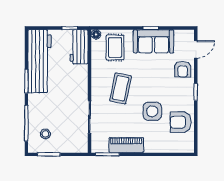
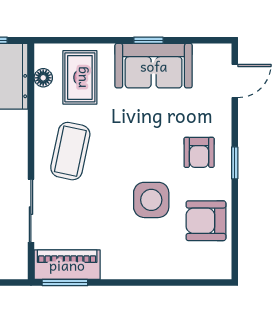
floor lamp: (96, 34) -> (43, 78), moved
armchair: (183, 69) -> (199, 152), moved
coffee table: (121, 88) -> (70, 151), moved
piano: (126, 145) -> (67, 265), moved

